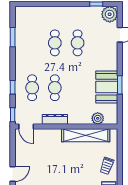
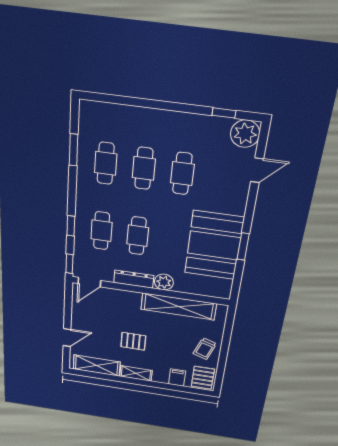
cafe table: (32, 43) -> (106, 163), added
booth: (107, 87) -> (214, 245), width x1.36, depth x1.42
plant: (98, 118) -> (164, 282), moved
door: (26, 127) -> (89, 282), hinge flipped
pallet: (58, 169) -> (133, 341), added

